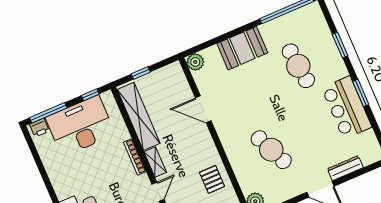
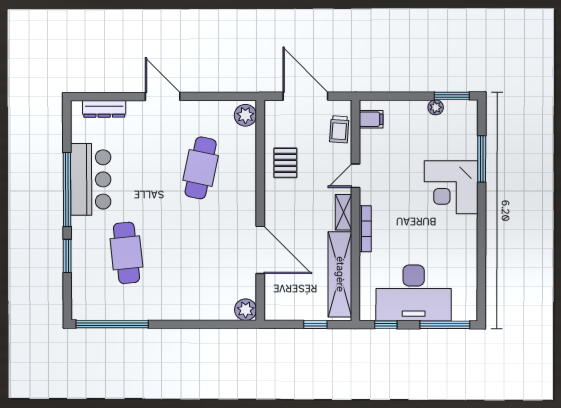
booth: (242, 48) -> (183, 302), removed
window: (361, 93) -> (67, 189), width x2.11
door: (203, 109) -> (260, 250), width x1.36
printer: (39, 128) -> (463, 312), removed
cafe table: (271, 150) -> (201, 168), turned 36
dresser: (345, 168) -> (104, 109), moved

